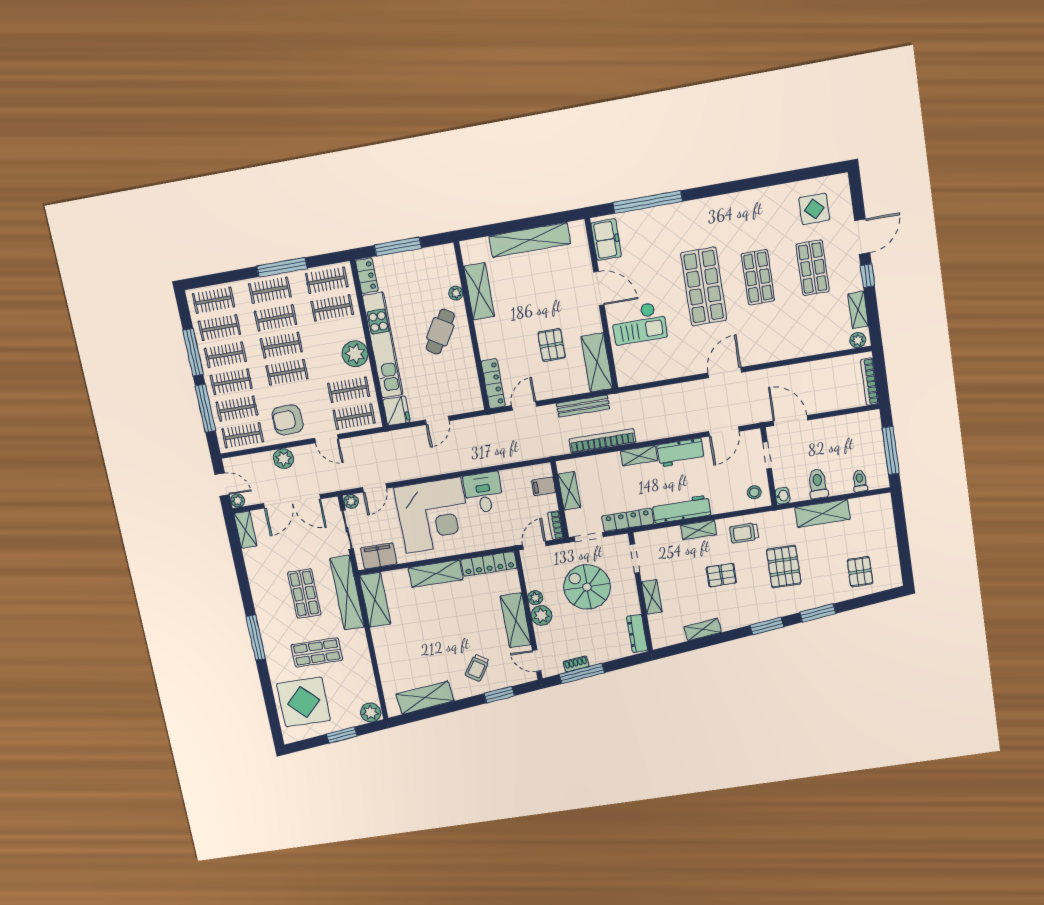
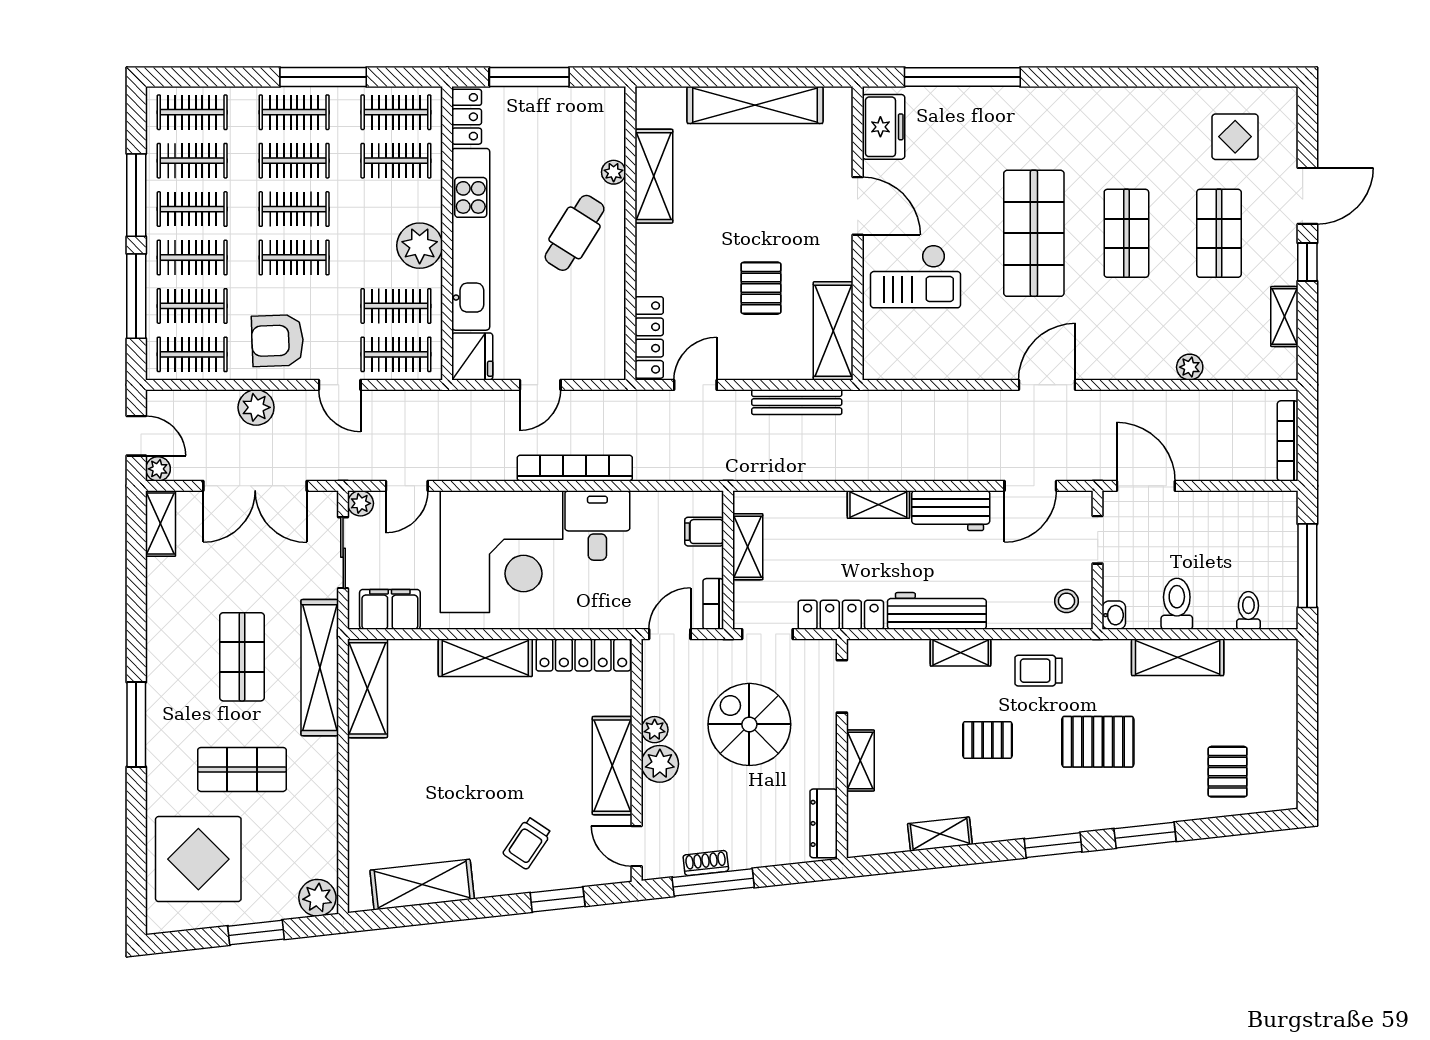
plant: (858, 340) -> (1190, 367), moved
bookcase: (602, 441) -> (575, 468), moved
pallet: (784, 567) -> (1098, 742), turned 90

